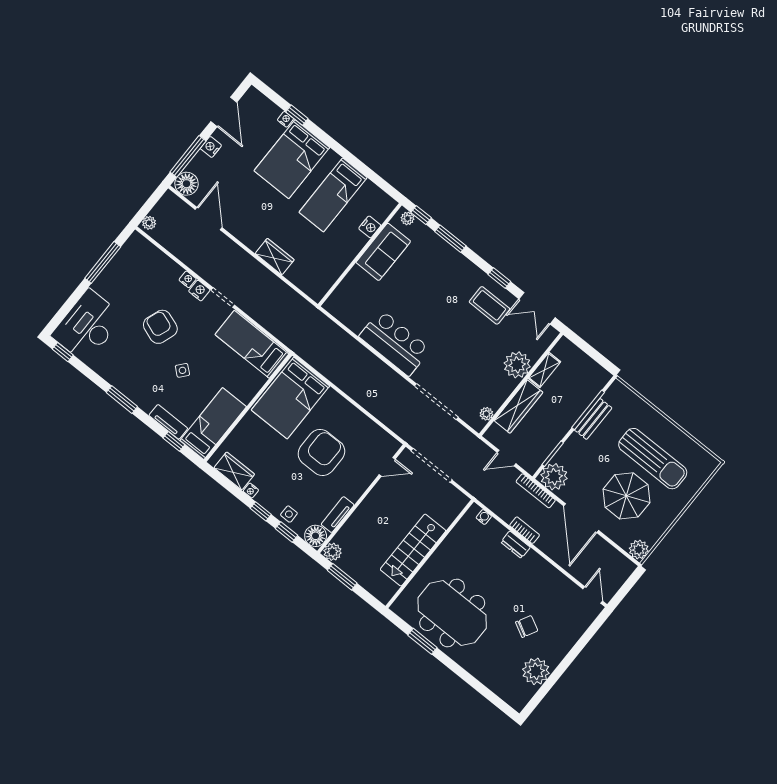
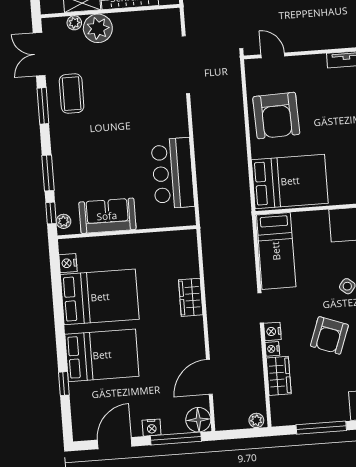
nightstand: (285, 119) -> (75, 389), removed
bed: (333, 195) -> (100, 297), width x1.50
nightstand: (370, 227) -> (68, 263), moved, turned -90
wardrobe: (165, 266) -> (279, 376), added
window: (499, 278) -> (43, 106), width x1.50
double door: (537, 308) -> (39, 54), swing flipped
bar counter: (395, 343) -> (173, 173), moved
plant: (486, 414) -> (74, 23), moved
armchair: (321, 452) -> (276, 115), moved, turned -92

